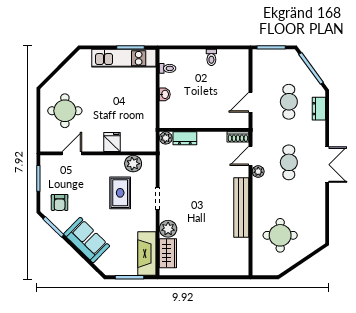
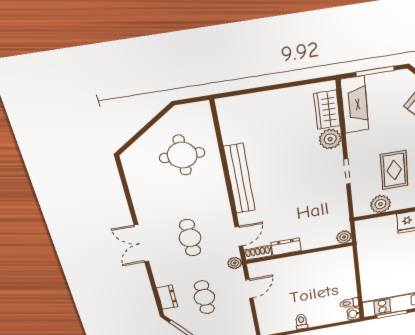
washbasin: (165, 94) -> (354, 314), moved
dresser: (185, 138) -> (286, 247), moved
plant: (258, 172) -> (235, 263), moved

